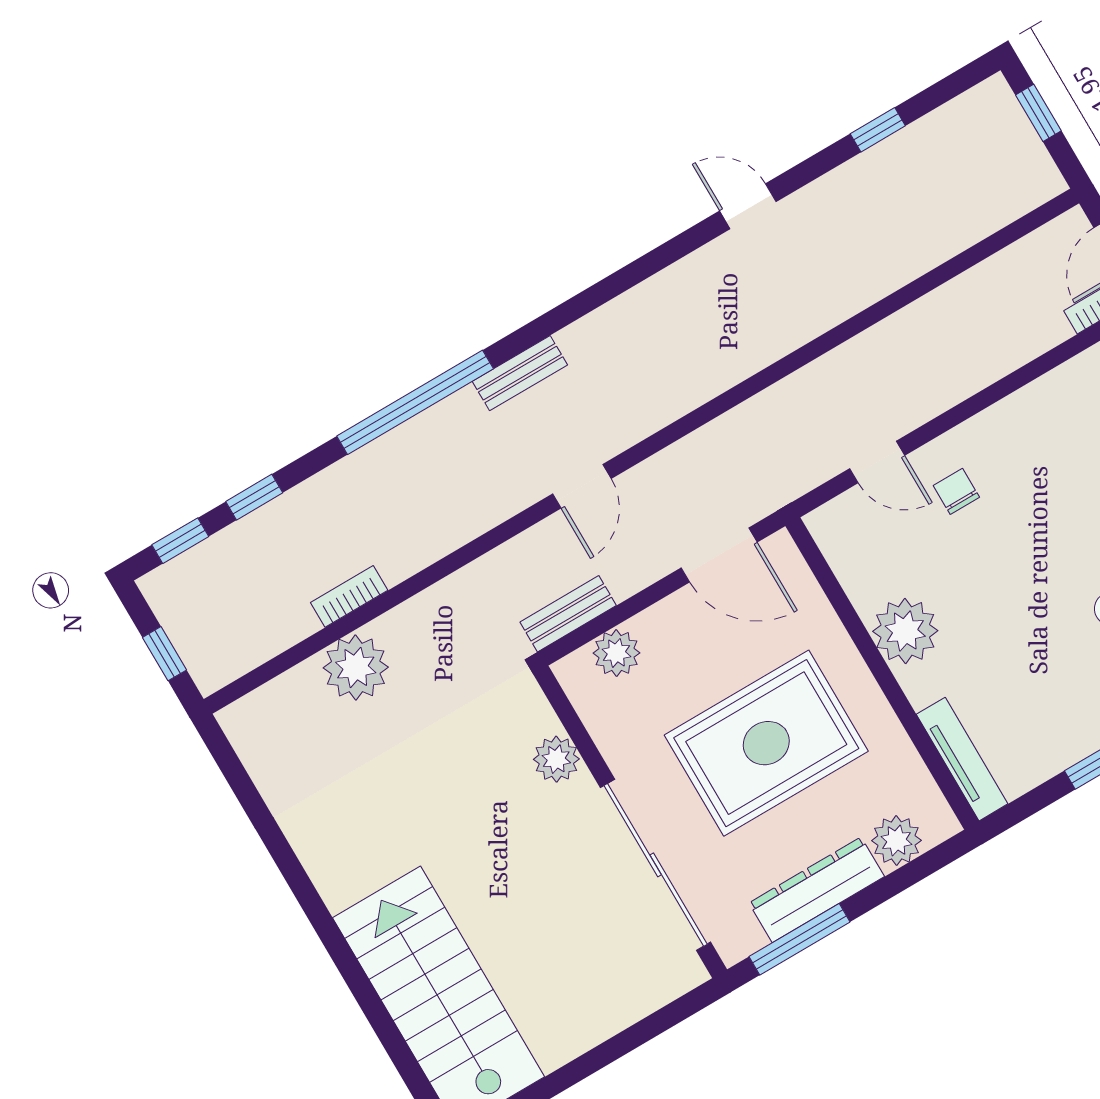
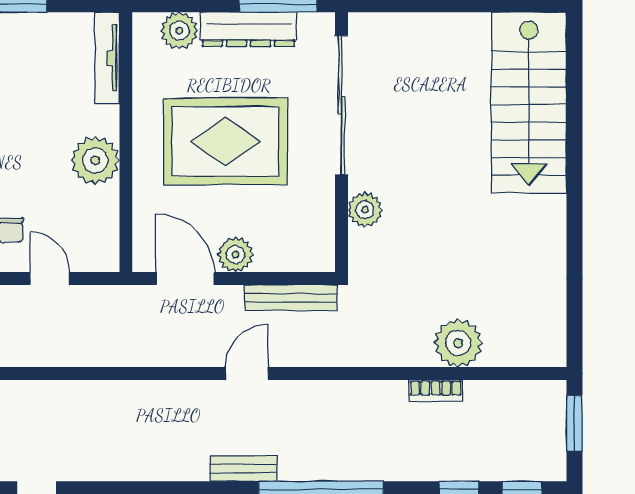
bench: (568, 614) -> (291, 298), width x1.36
plant: (616, 653) -> (235, 255), moved
window: (165, 654) -> (574, 423), width x1.50

